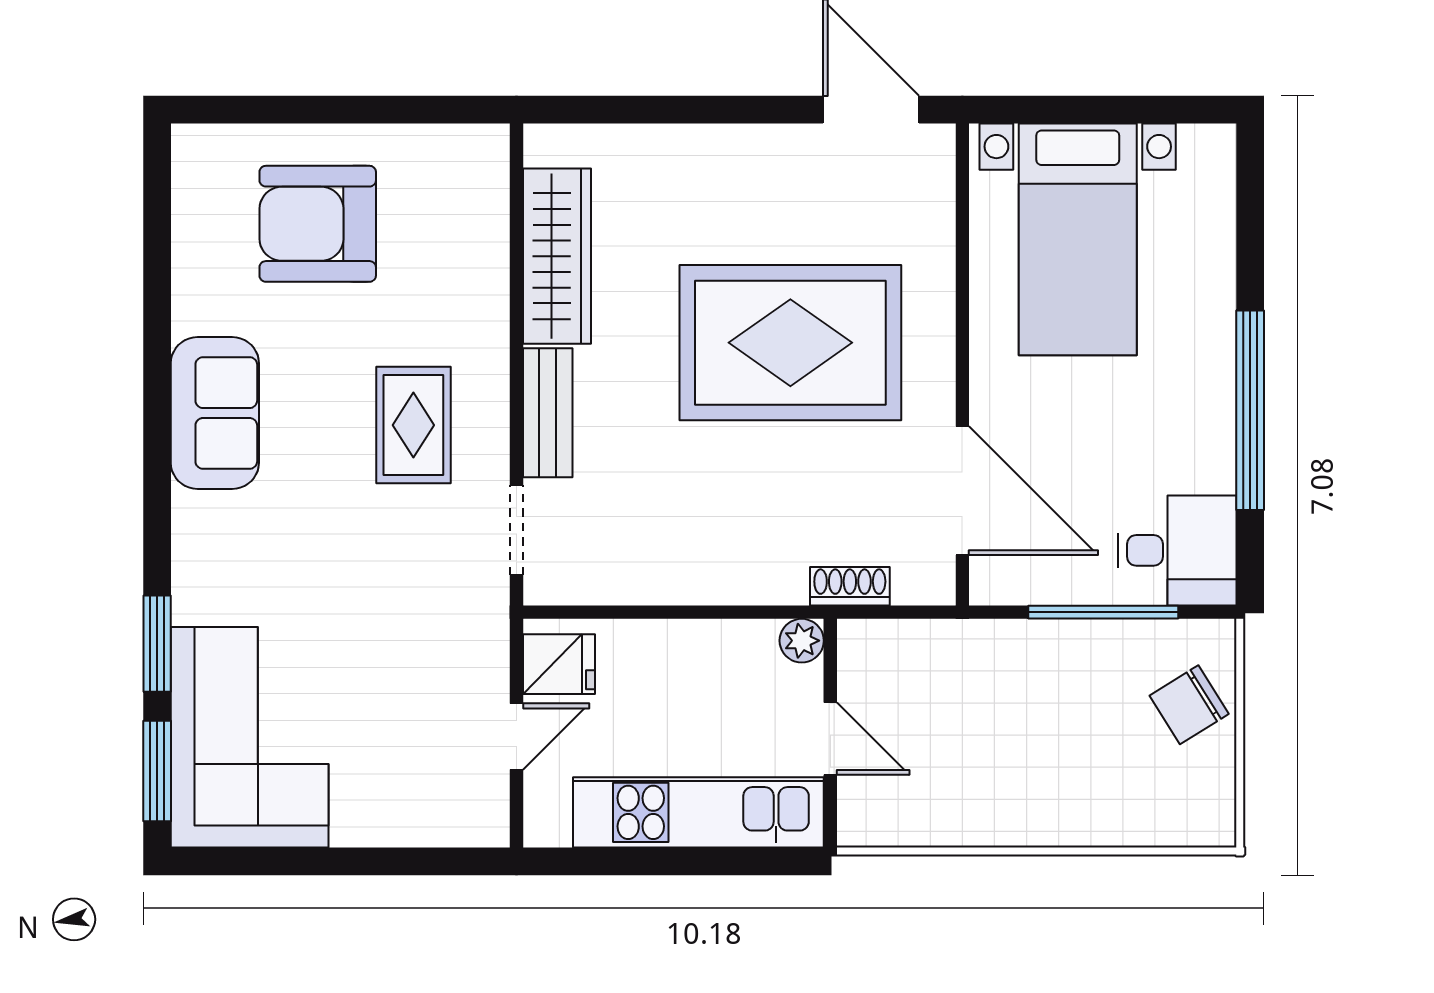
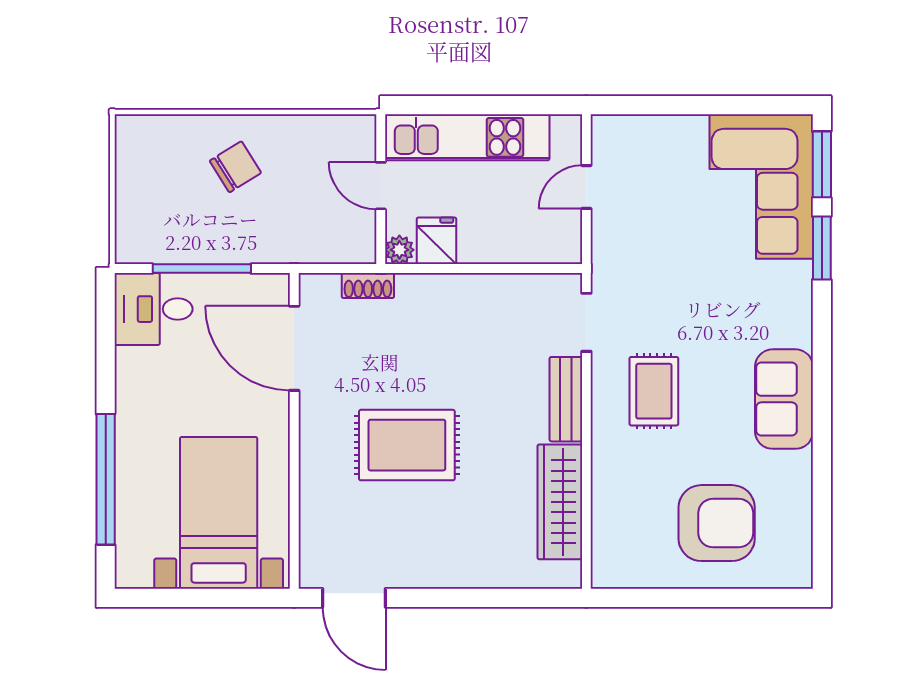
rug: (790, 343) -> (407, 445), width x0.73, depth x0.69
window: (1250, 410) -> (106, 479), moved
fridge: (559, 664) -> (436, 241), moved, turned 90
chair: (1189, 705) -> (235, 167), moved

